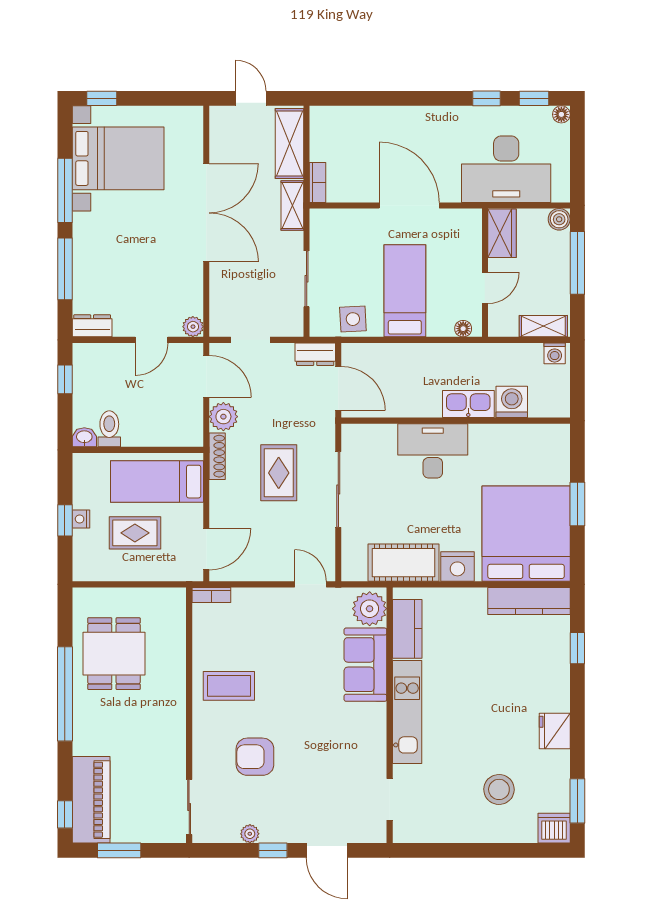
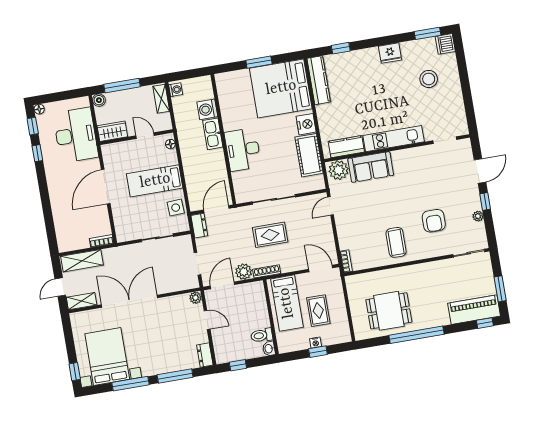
shelving: (292, 205) -> (82, 301), moved

